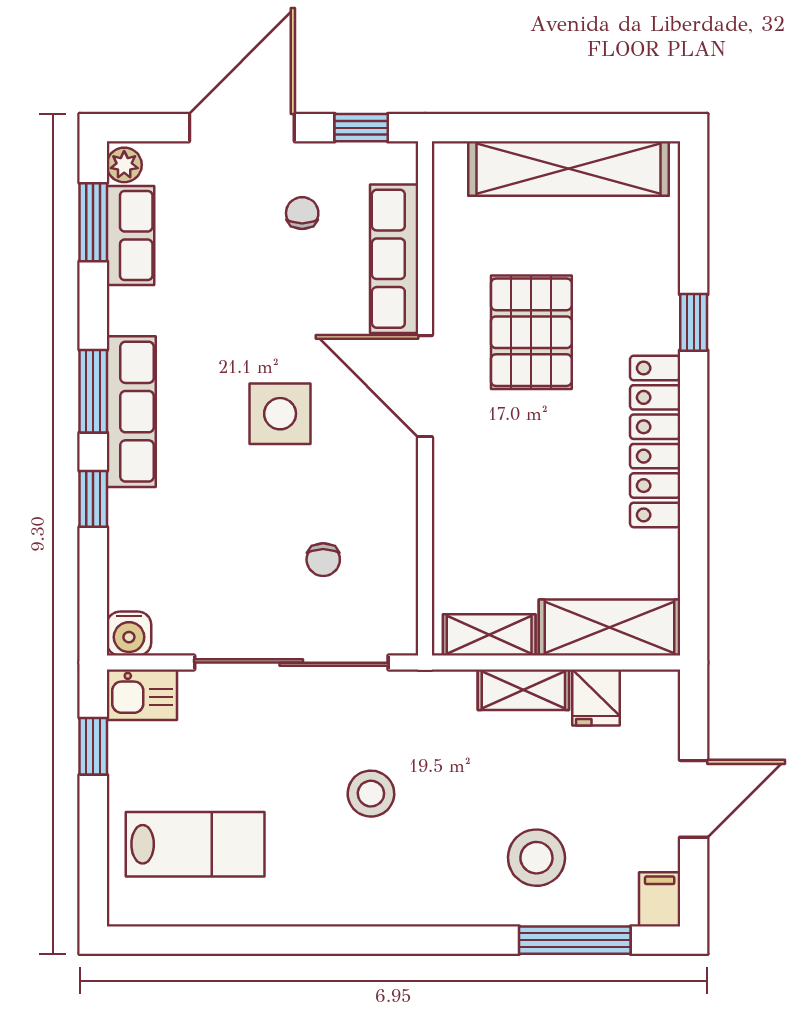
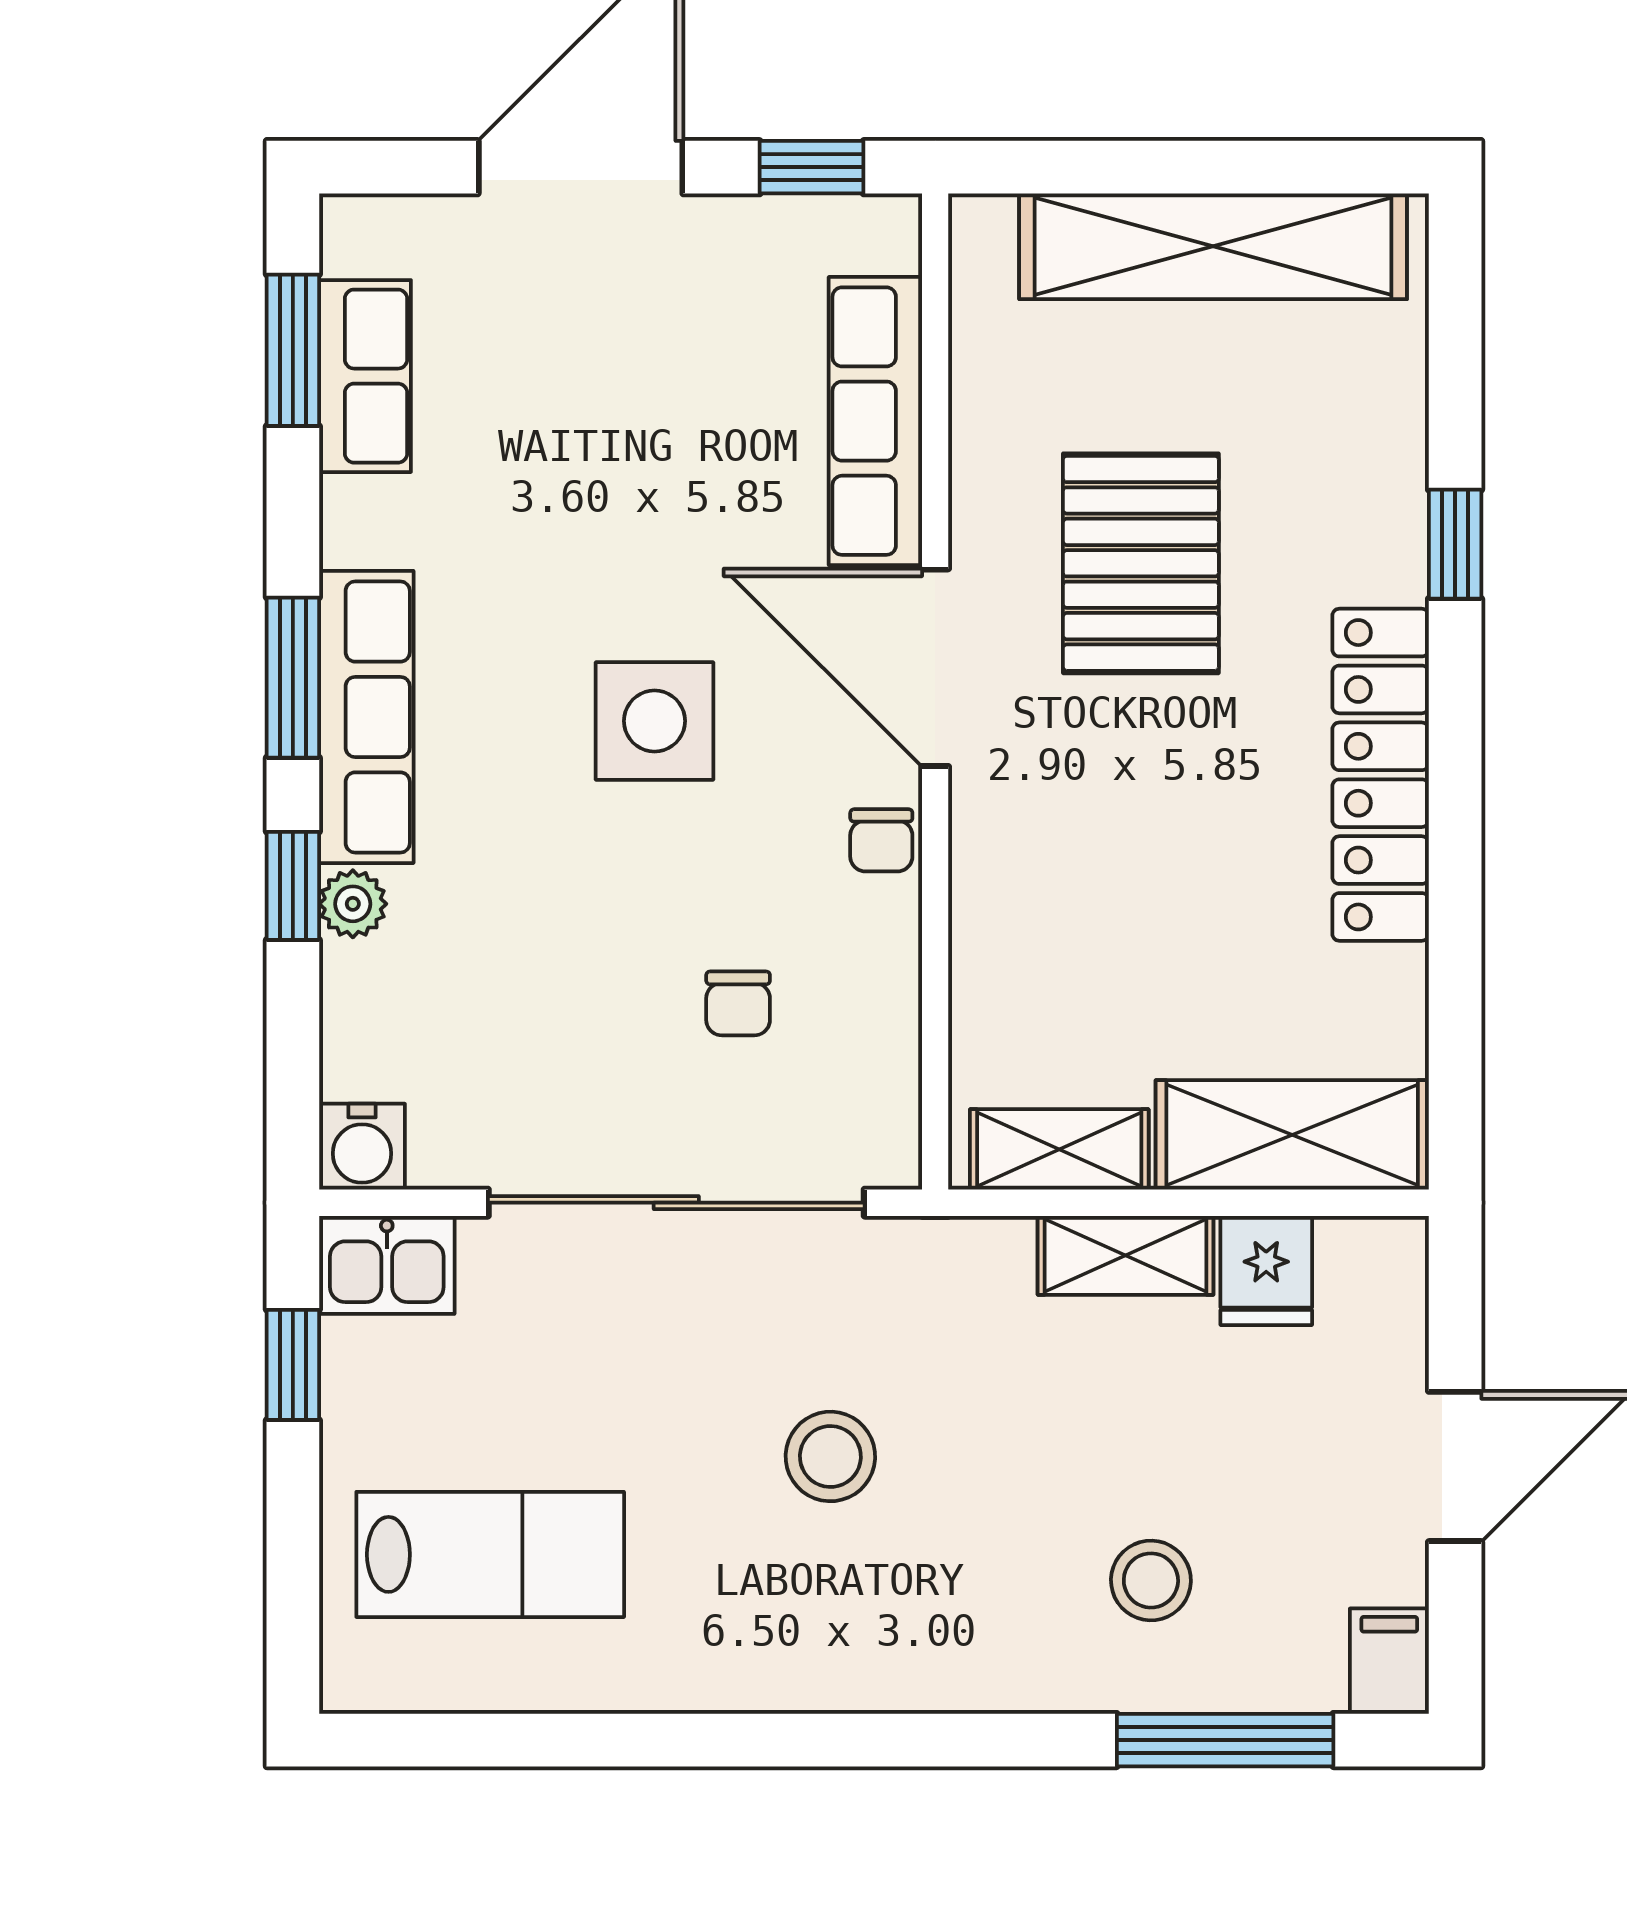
plant: (124, 165) -> (353, 904), moved
chair: (302, 213) -> (881, 840), moved, turned 180
stool: (536, 858) -> (1151, 1580), width x0.73, depth x0.73

